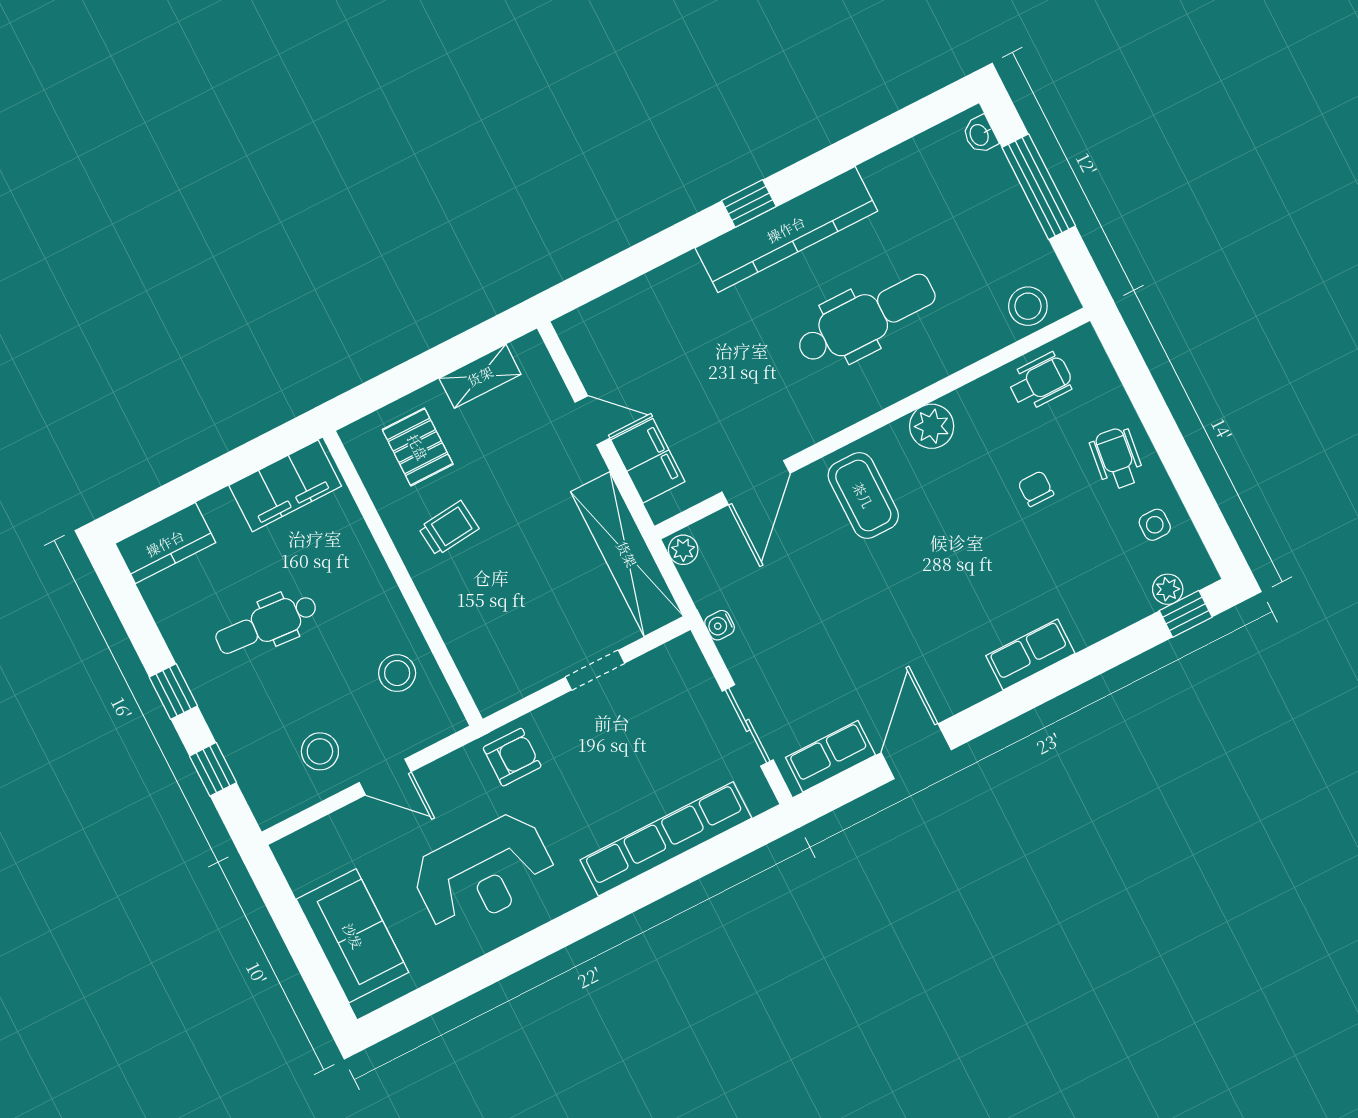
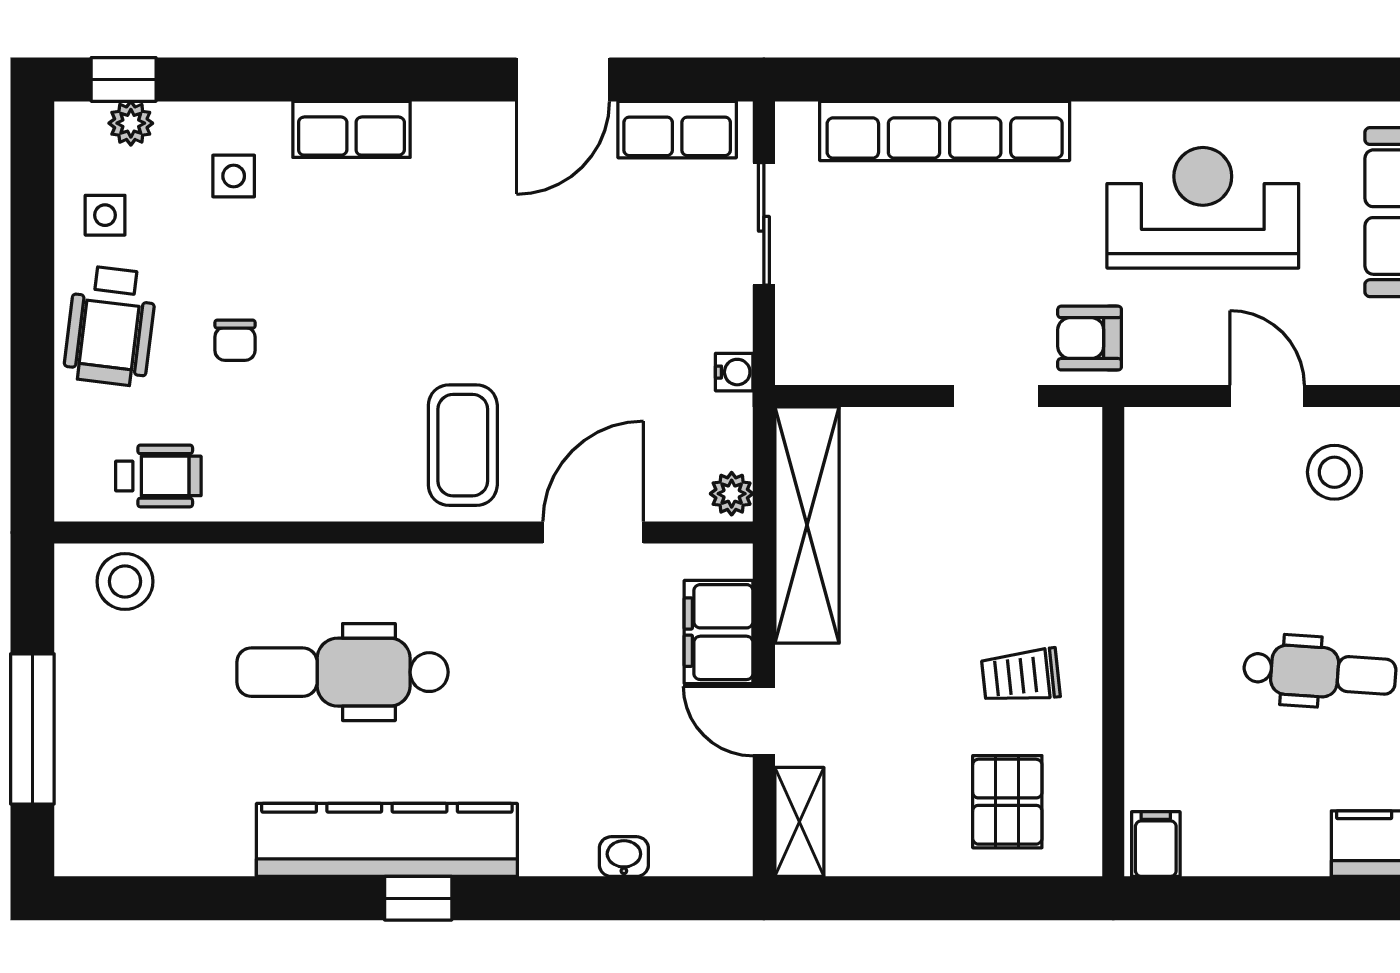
washbasin: (980, 135) -> (624, 857), moved, turned -90
shelving: (480, 376) -> (799, 822), moved, turned 90
wheelchair: (1040, 381) -> (158, 476), turned 180
plant: (932, 426) -> (329, 490), removed
wheelchair: (1117, 458) -> (110, 326), width x1.36, depth x1.37
filing cabinet: (285, 486) -> (1156, 844), width x0.33, depth x0.86
side table: (1088, 589) -> (234, 176), added
doorway: (595, 670) -> (996, 396), moved
stool: (397, 673) -> (1183, 523), removed

